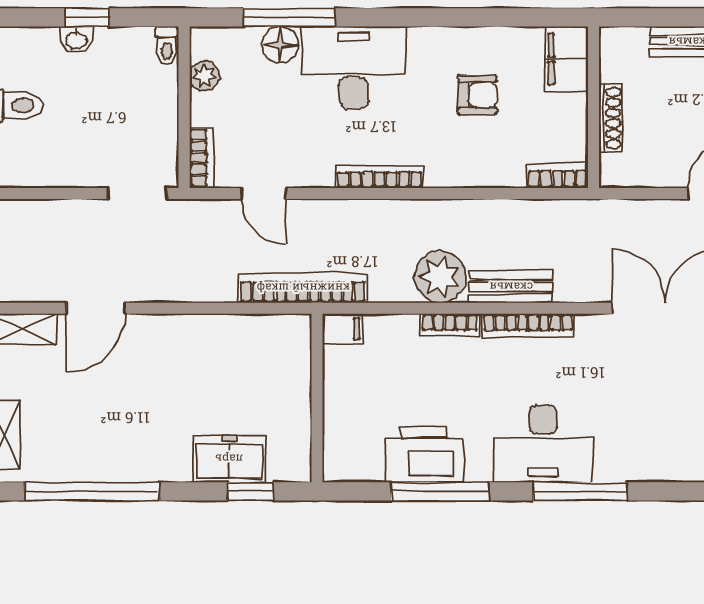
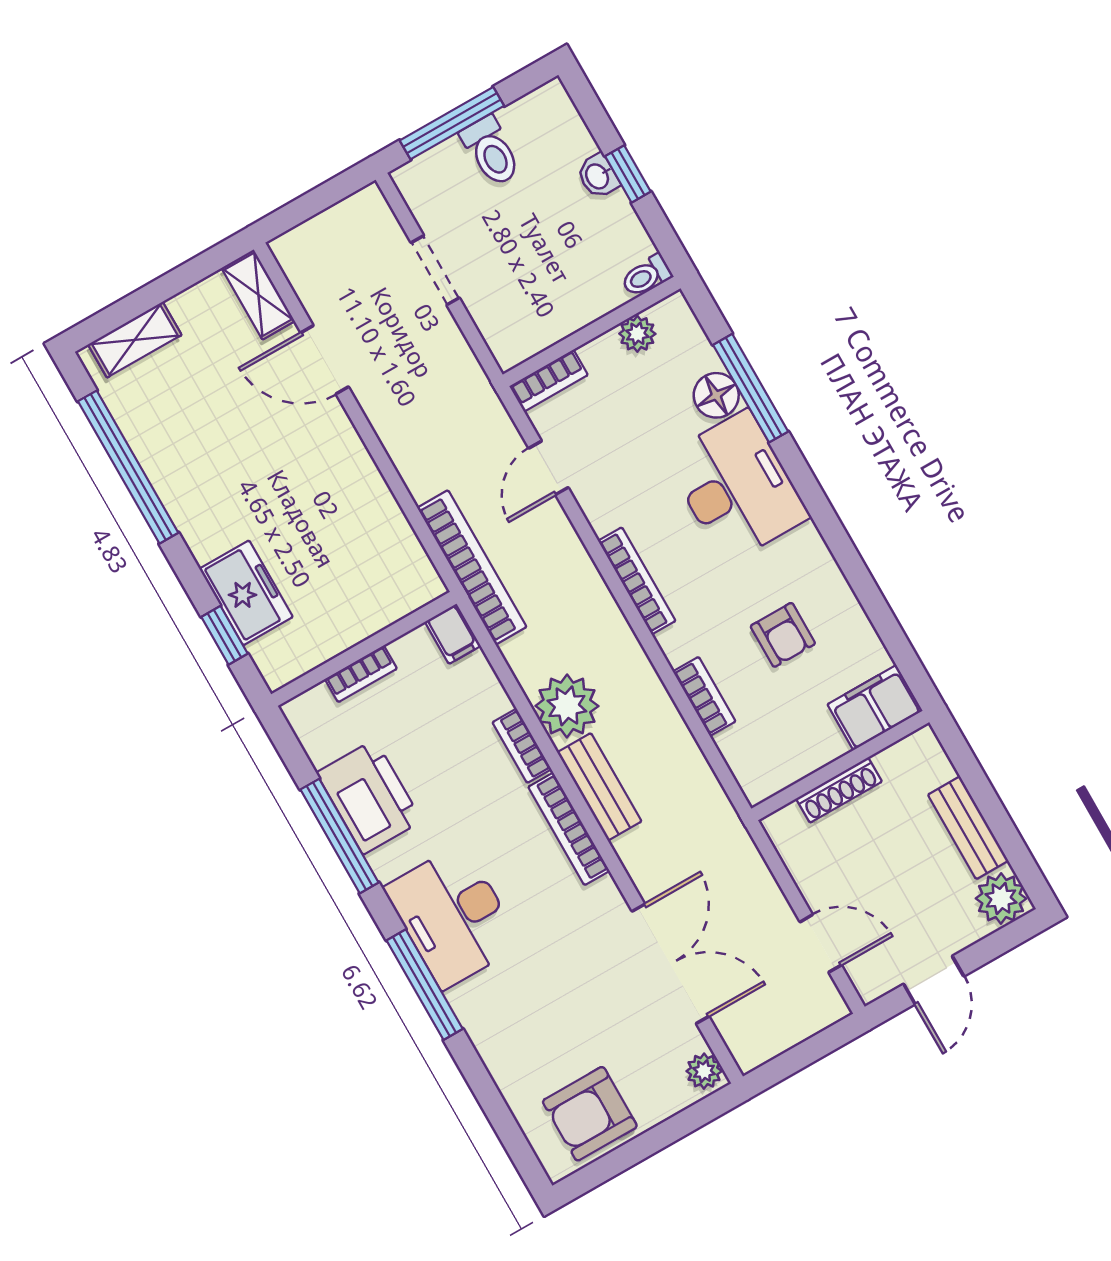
bookcase: (558, 176) -> (704, 696), moved
doorway: (137, 193) -> (435, 270), moved
bookcase: (333, 410) -> (361, 674), added

